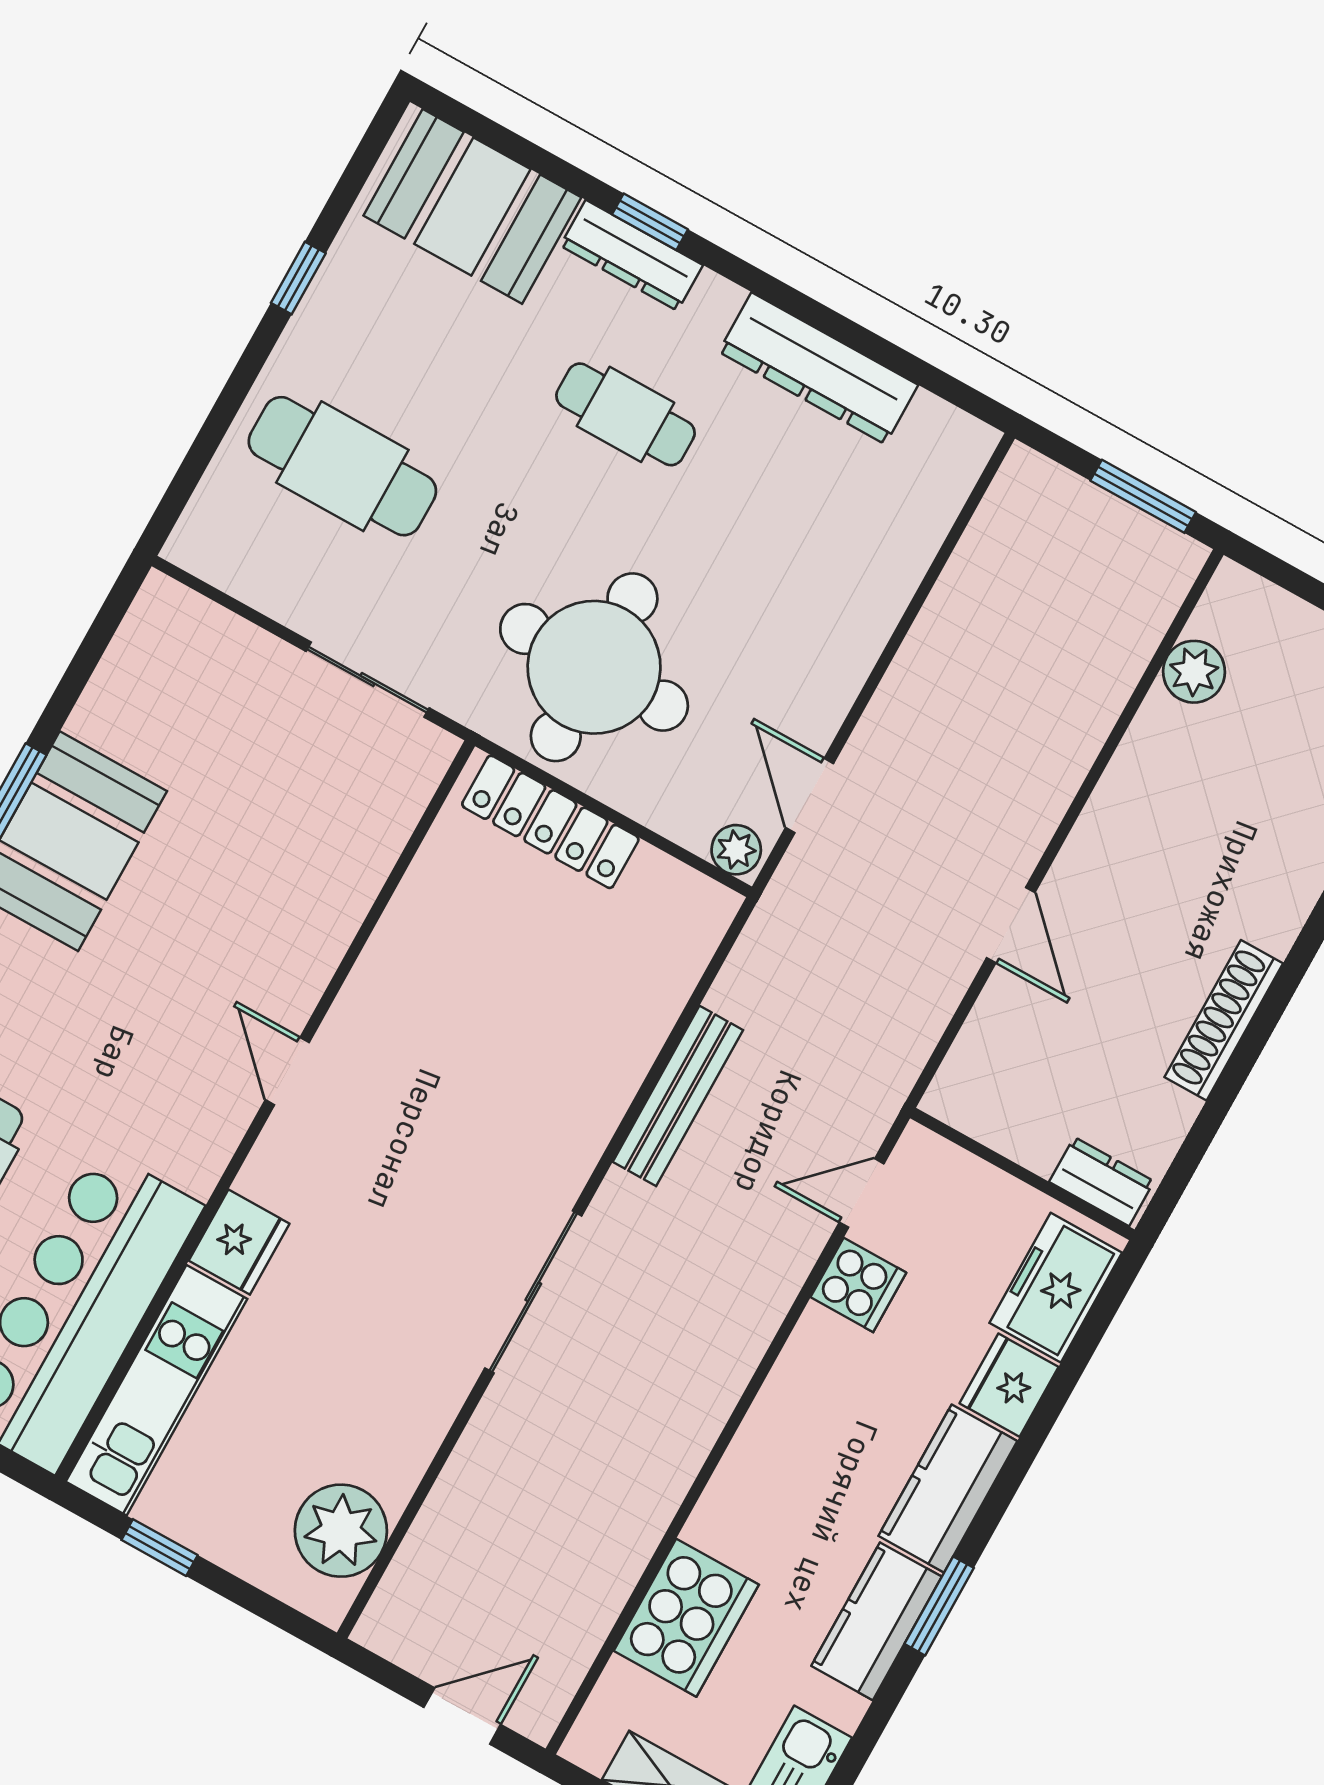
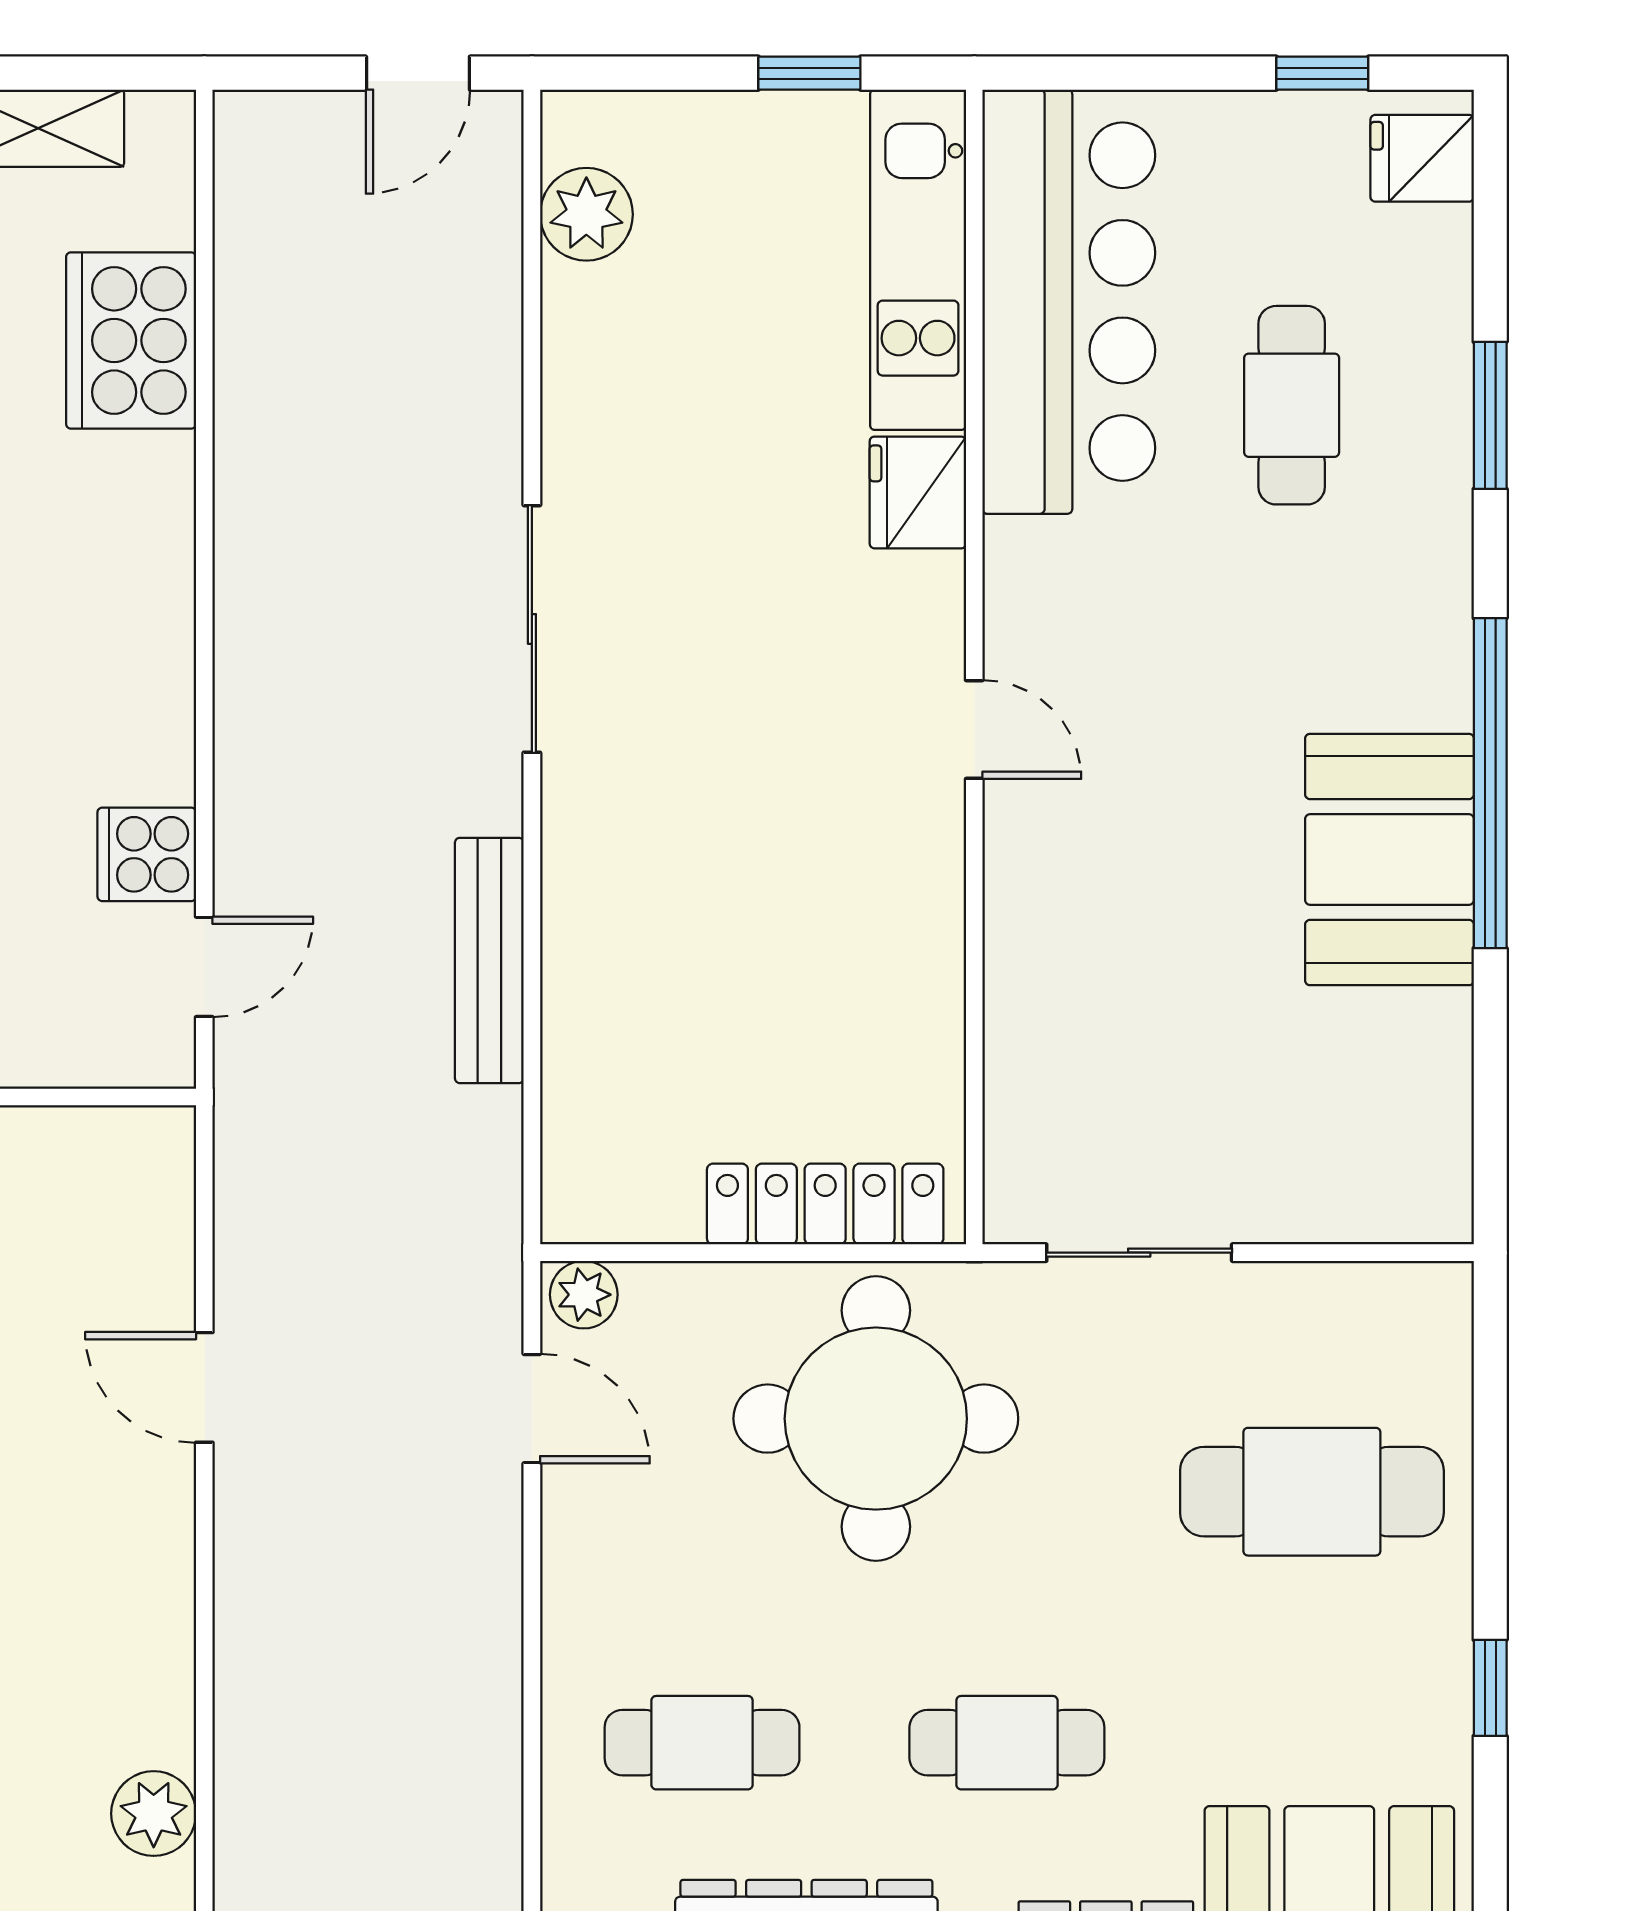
cafe table: (820, 522) -> (702, 1743), added
plant: (341, 1531) -> (586, 214), width x0.73, depth x0.73
door: (462, 1716) -> (418, 73), moved

